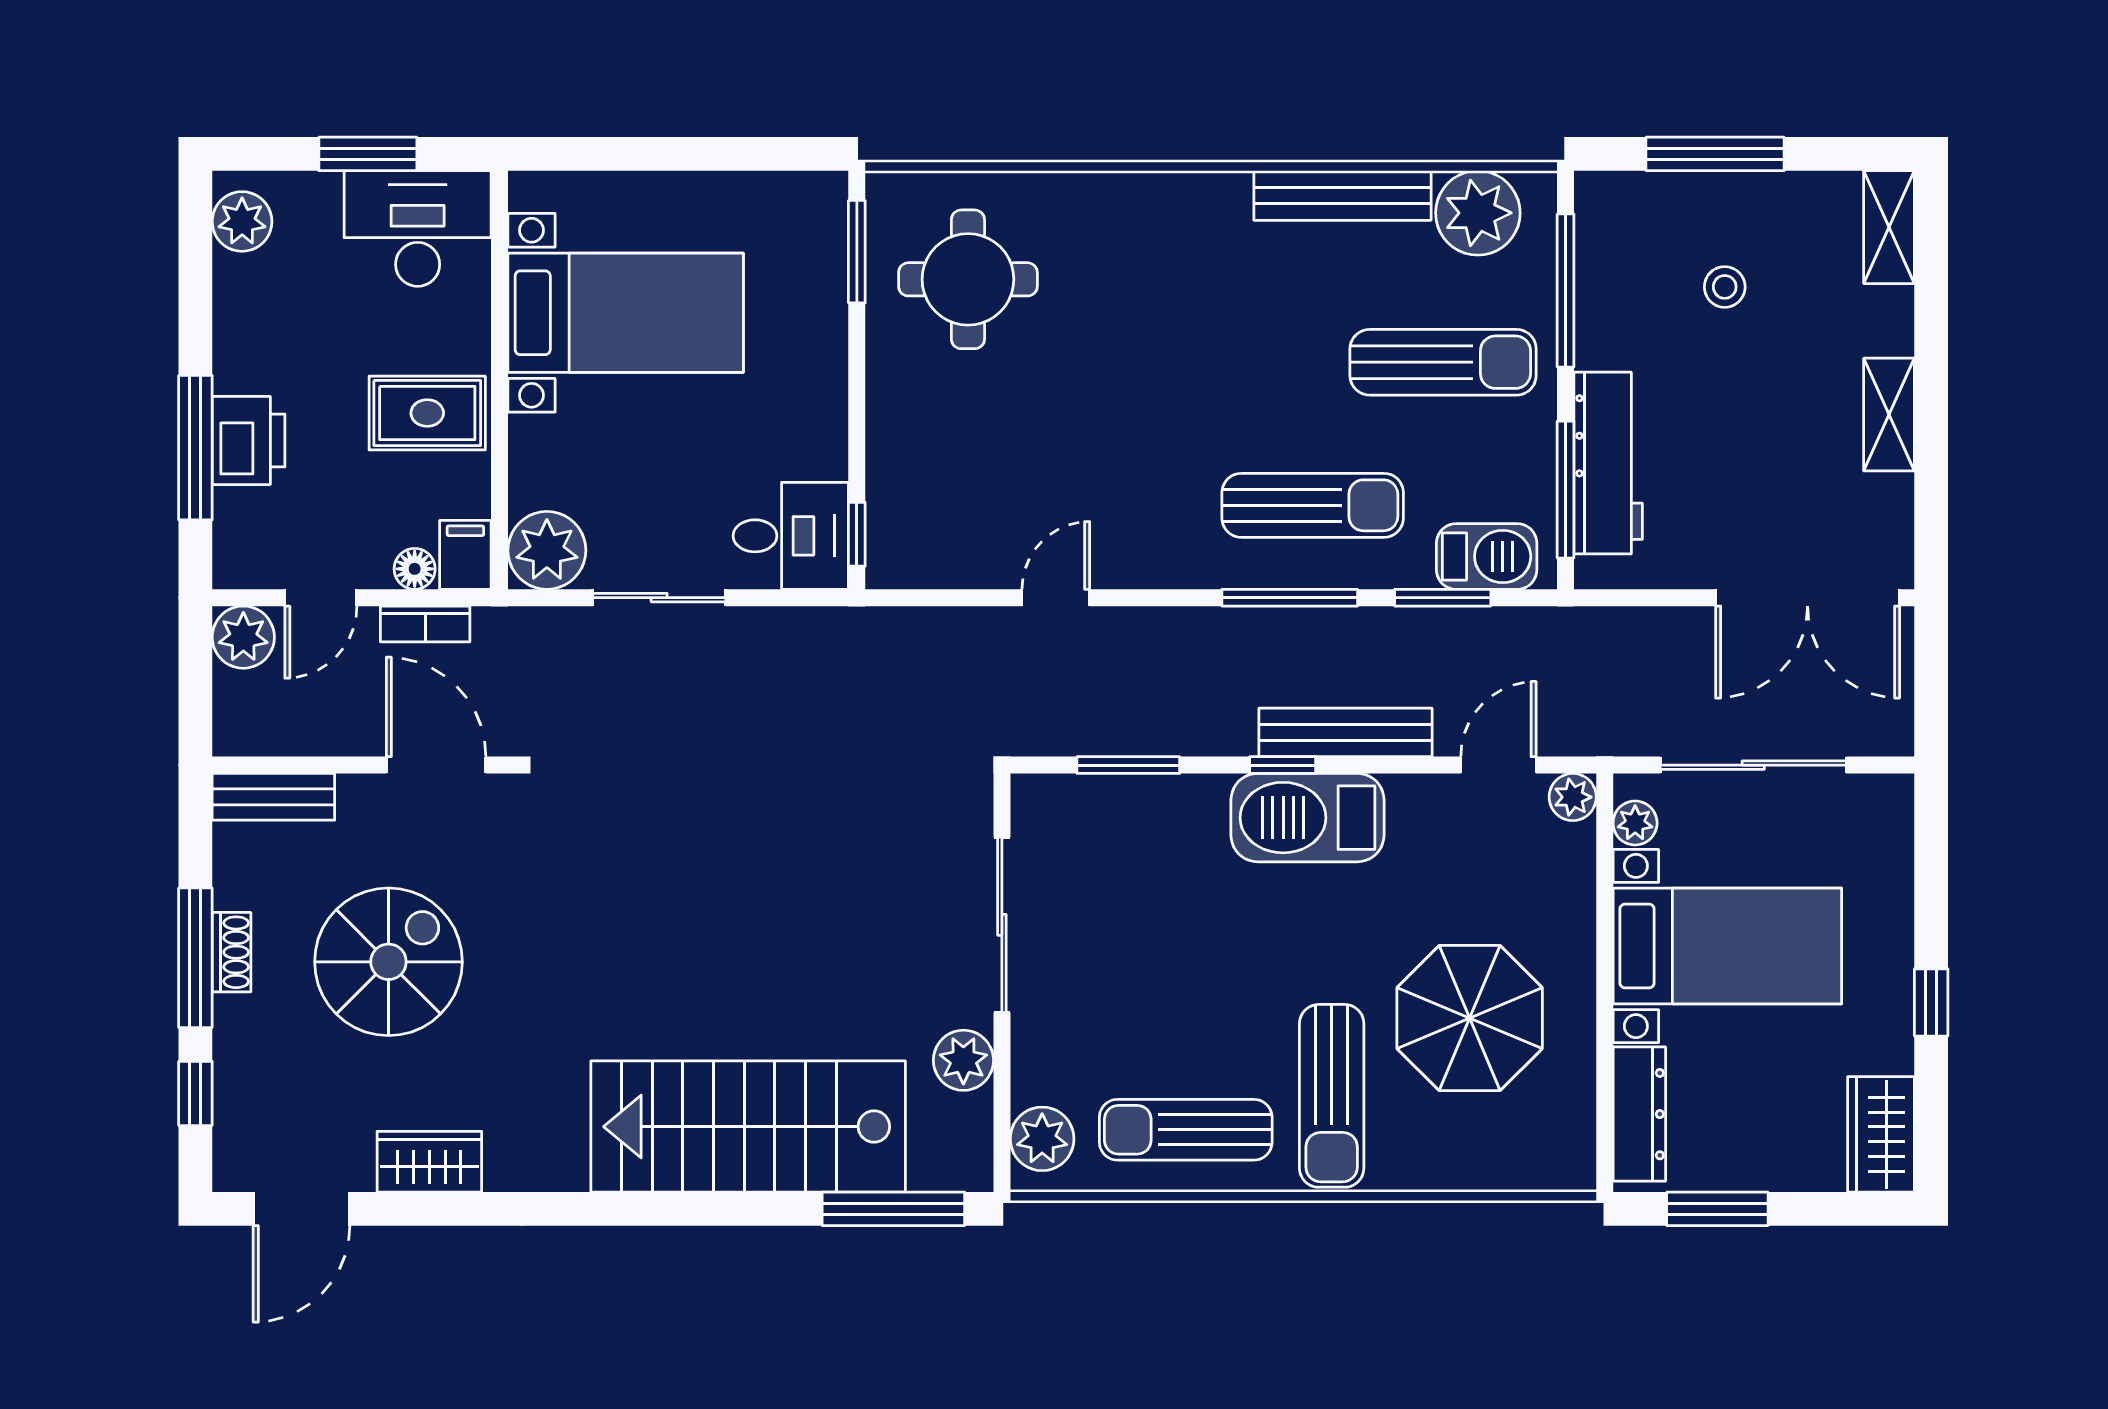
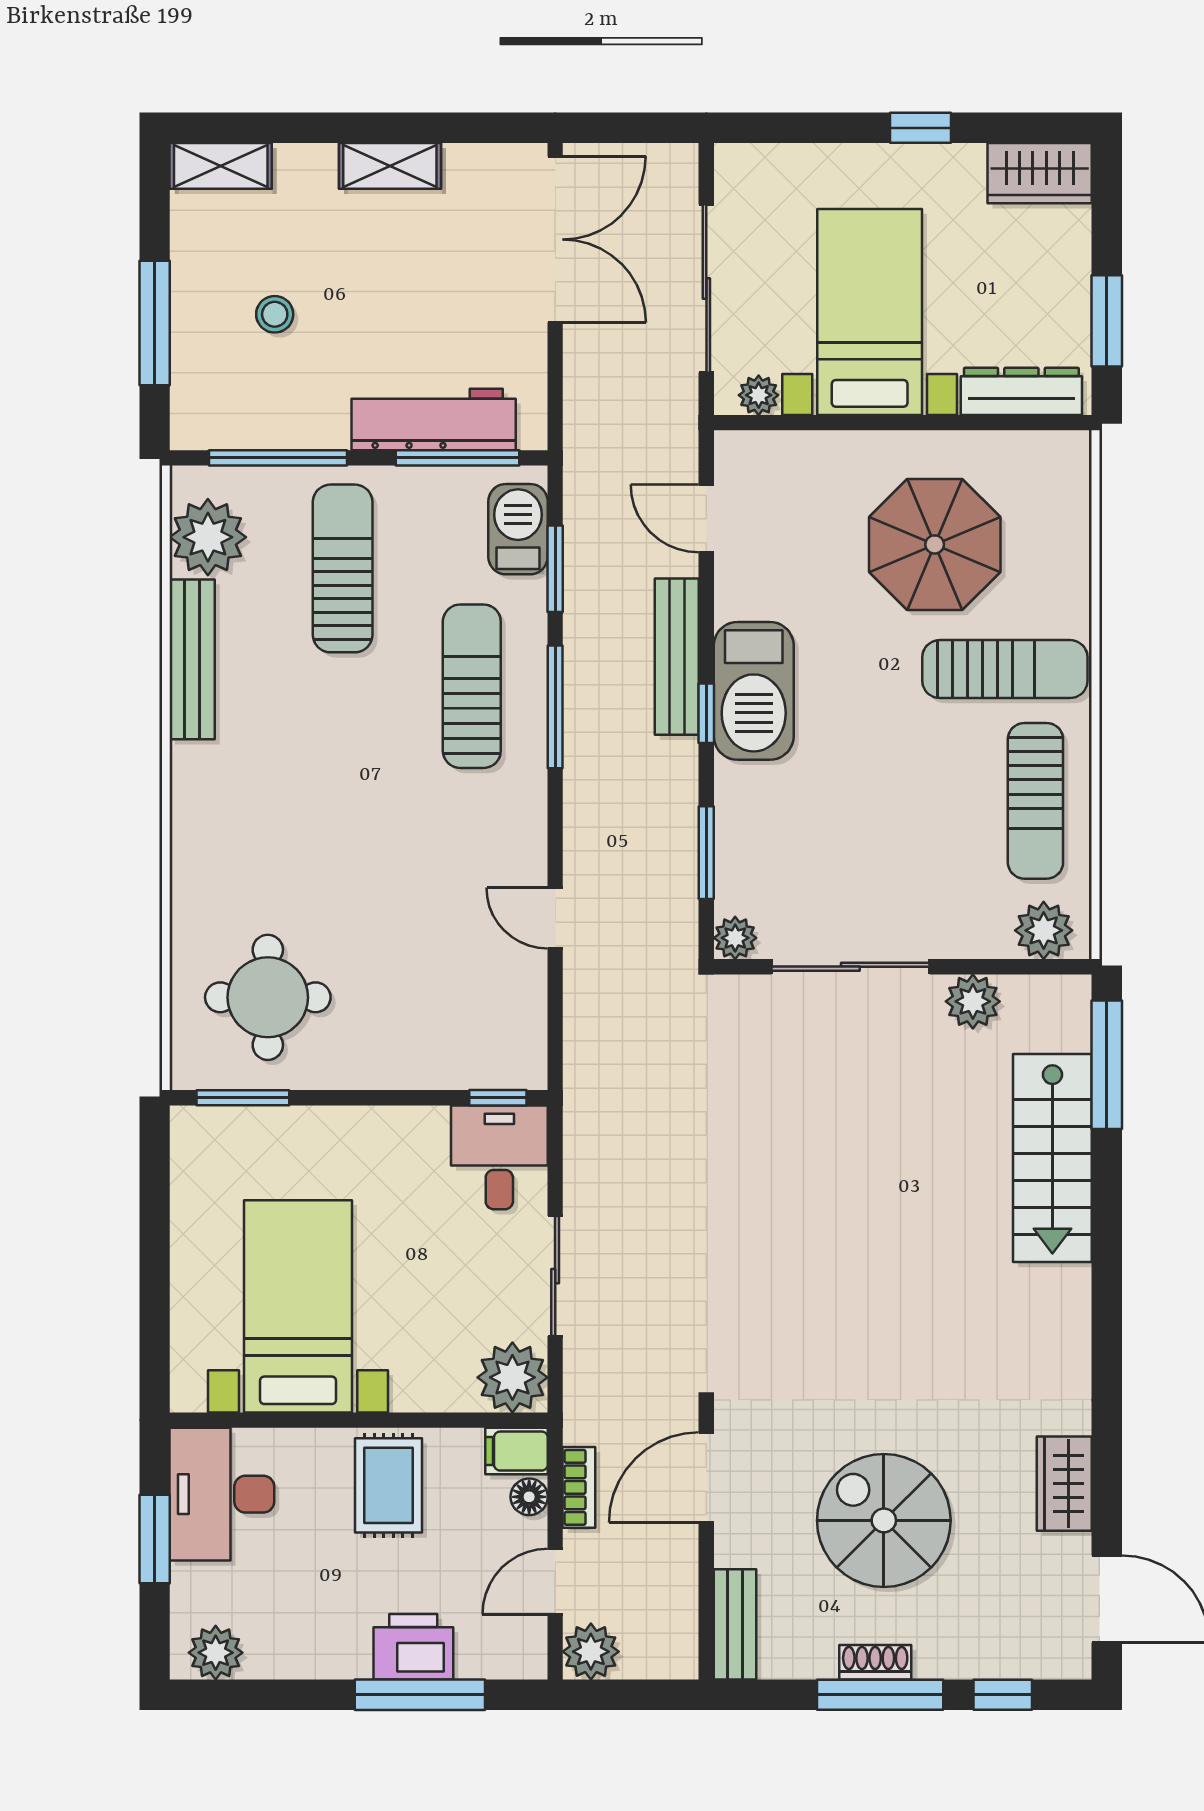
door: (321, 598) -> (555, 1581), swing flipped
plant: (1573, 797) -> (735, 938), moved
stairs: (748, 1127) -> (1052, 1158), width x0.73, depth x0.66

